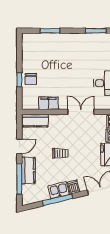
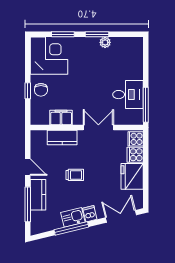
window: (96, 31) -> (97, 34), moved
plant: (87, 38) -> (105, 42), added
corner desk: (38, 49) -> (49, 56), added
kitchen counter: (35, 121) -> (62, 138), moved
door: (19, 146) -> (28, 167), hinge flipped

